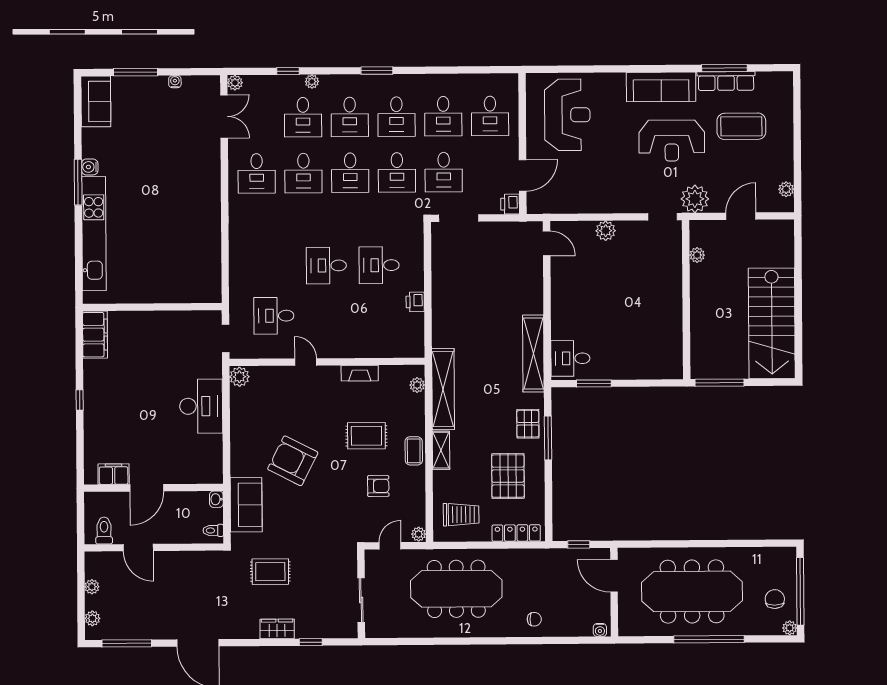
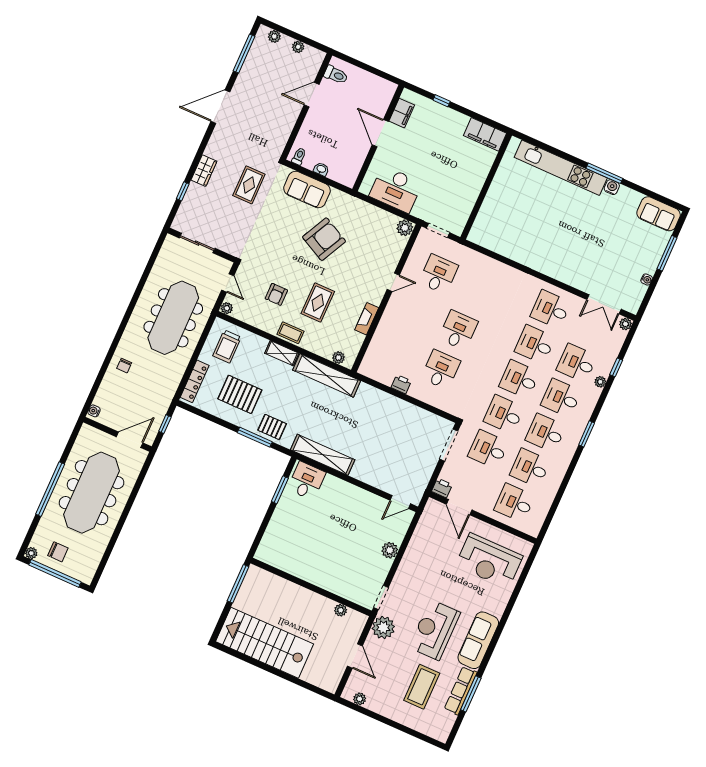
filing cabinet: (114, 474) -> (402, 113), moved
door: (147, 488) -> (380, 133), moved
wall: (153, 488) -> (378, 138), moved

